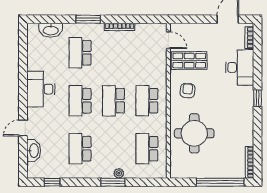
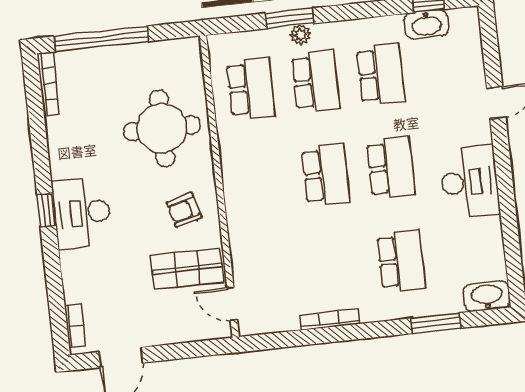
window: (88, 19) -> (436, 323), moved
washbasin: (51, 30) -> (487, 296), moved
desk: (240, 67) -> (82, 213), moved
armchair: (188, 91) -> (184, 210), turned 69
school desk: (147, 101) -> (316, 81), moved
washbasin: (34, 151) -> (426, 24), moved, turned -90
window: (113, 182) -> (289, 18), moved

